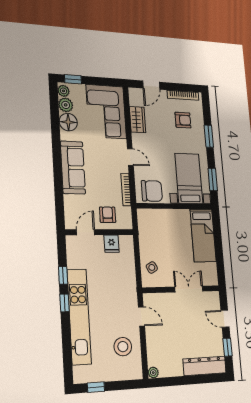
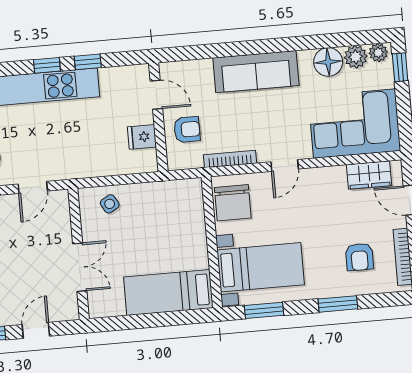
wardrobe: (138, 120) -> (369, 175), moved

